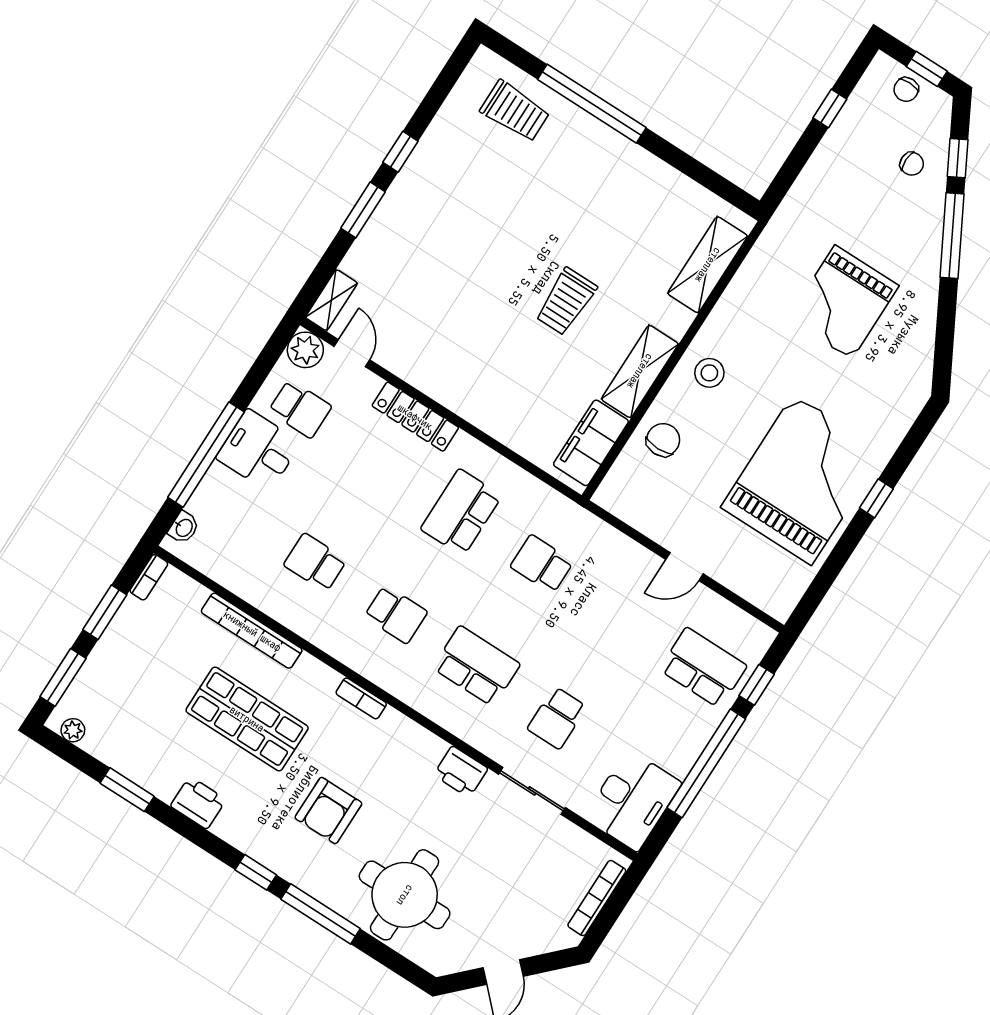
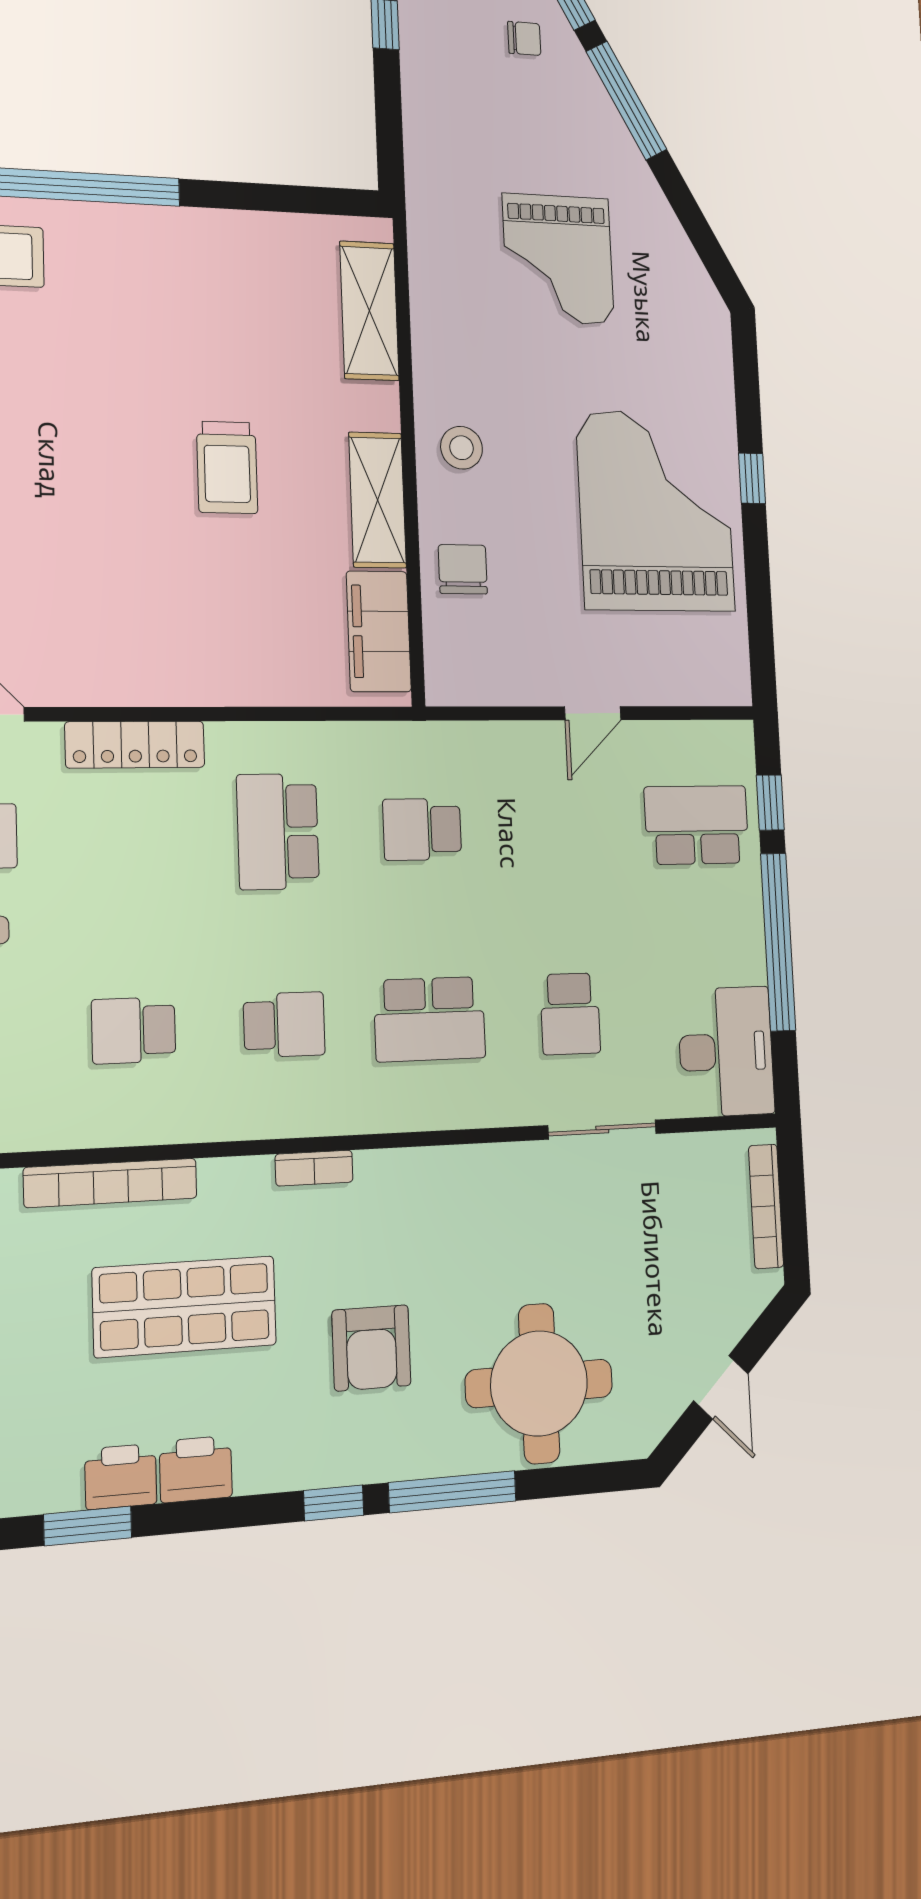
school desk: (476, 666) -> (430, 1019), turned 180
printer: (461, 772) -> (121, 1476), moved, turned 180

